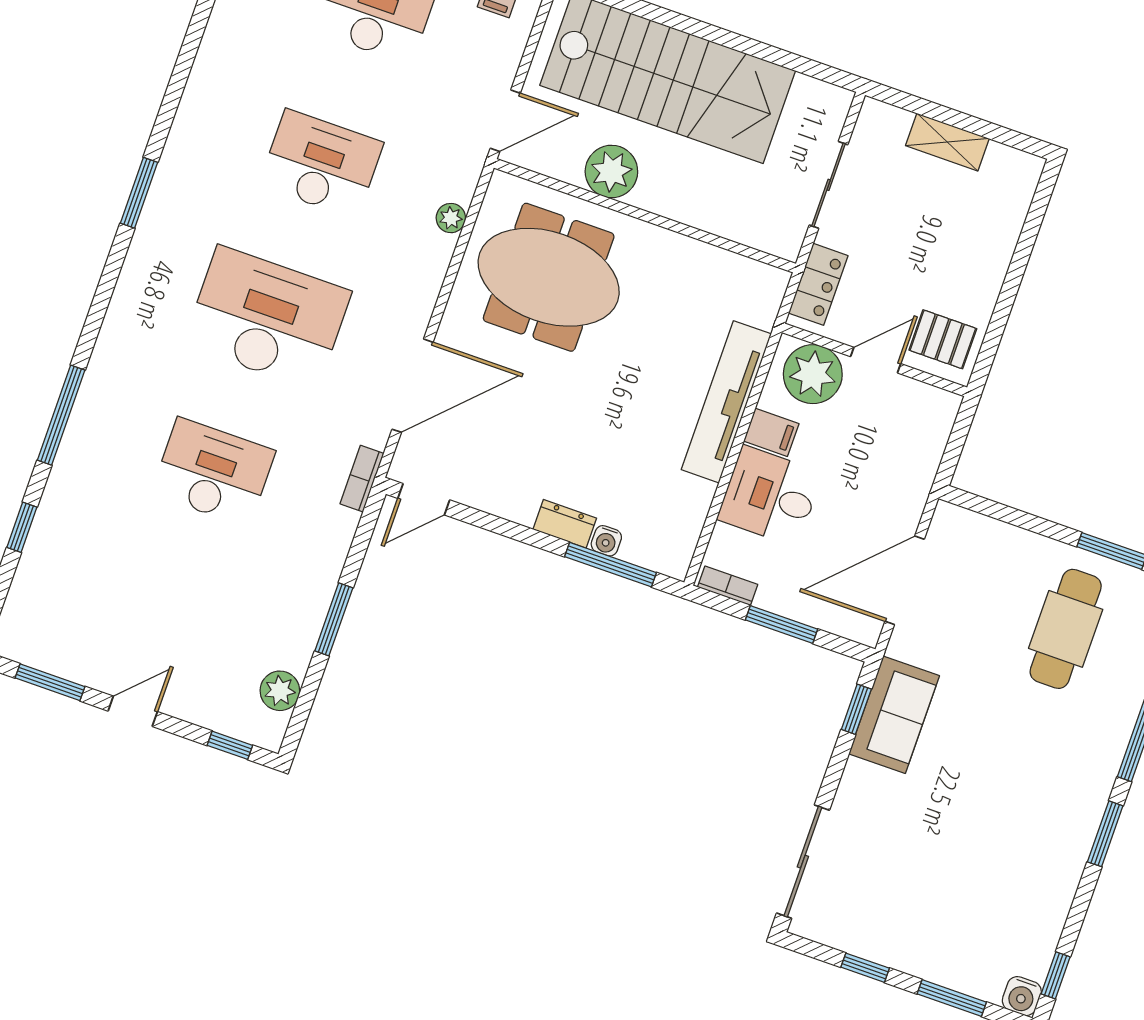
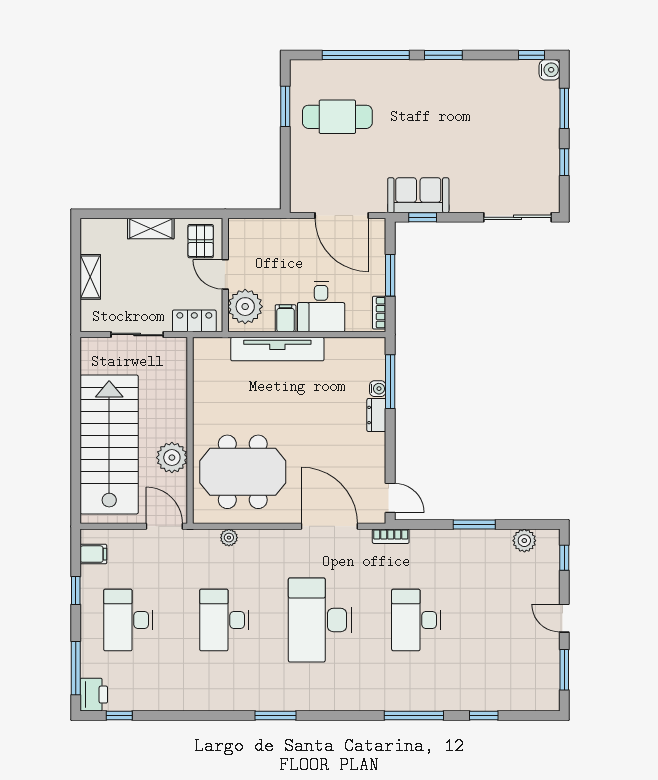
shelving: (991, 266) -> (151, 229), added
meeting table: (549, 277) -> (243, 472), turned 90

